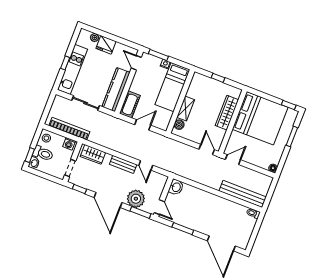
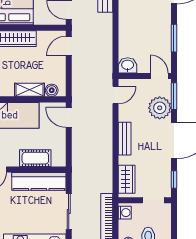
cot: (130, 104) -> (35, 158), moved
door: (143, 125) -> (69, 117), moved
door: (146, 165) -> (115, 95), moved
door: (159, 207) -> (159, 76), hinge flipped

